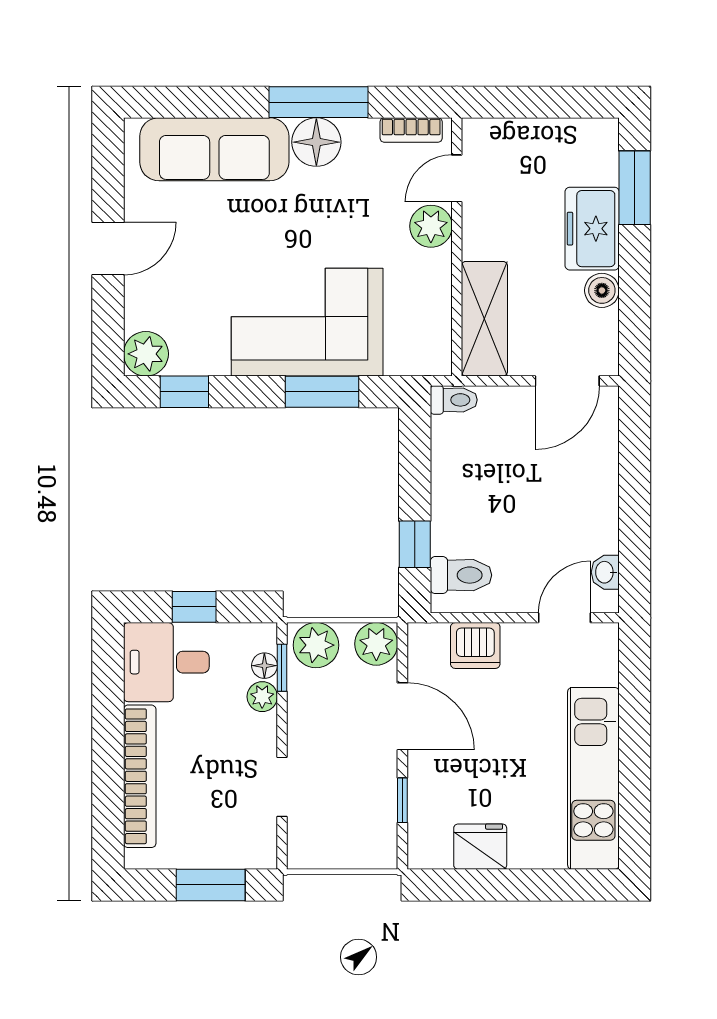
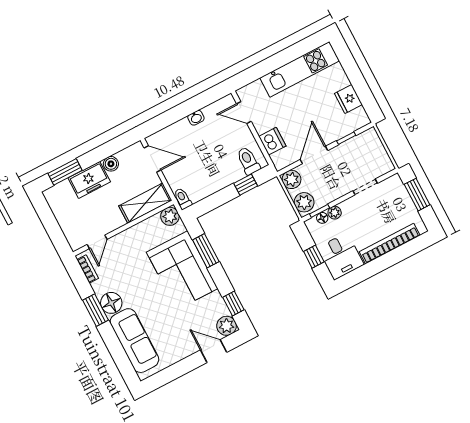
window: (319, 102) -> (95, 310), width x0.69
door: (457, 178) -> (97, 242), hinge flipped
plant: (431, 226) -> (170, 216), moved
door: (108, 249) -> (214, 351), moved
washbasin: (605, 572) -> (196, 118), moved

